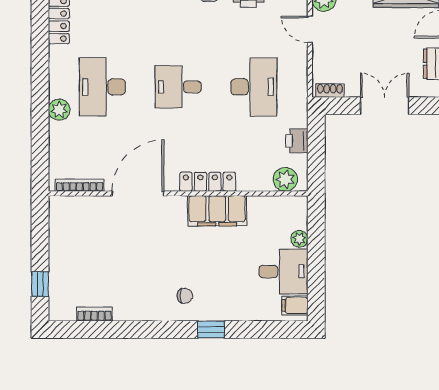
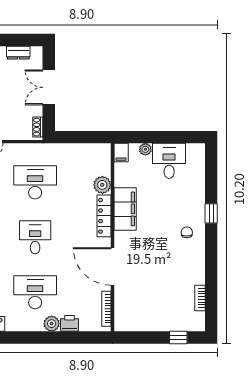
desk: (102, 87) -> (35, 292), turned 180
desk: (178, 87) -> (35, 237), turned 180
printer: (297, 141) -> (69, 323), moved, turned 180
plant: (285, 179) -> (102, 185), moved
filing cabinet: (295, 305) -> (121, 153), moved

